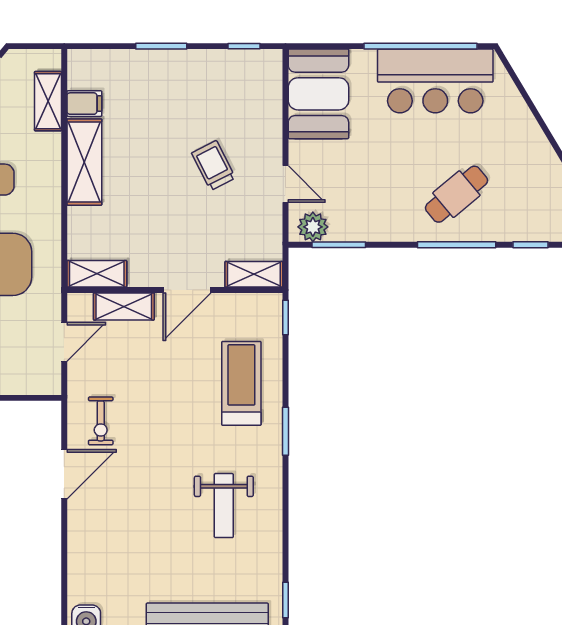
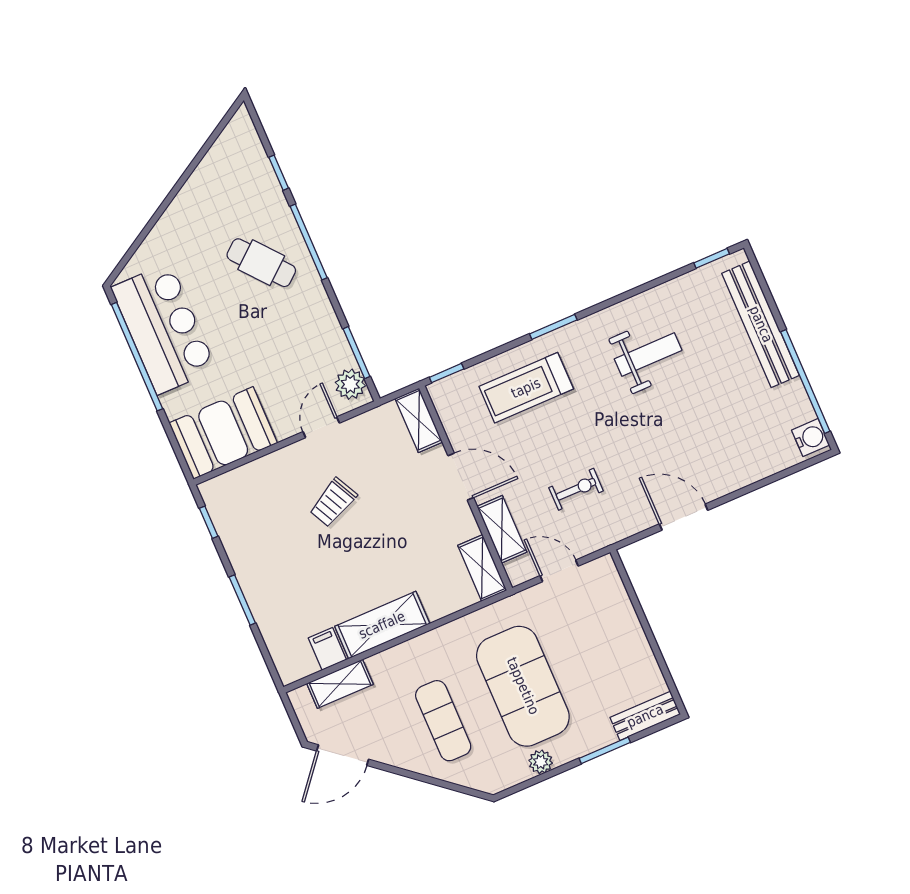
exercise bike: (101, 421) -> (576, 489), moved

